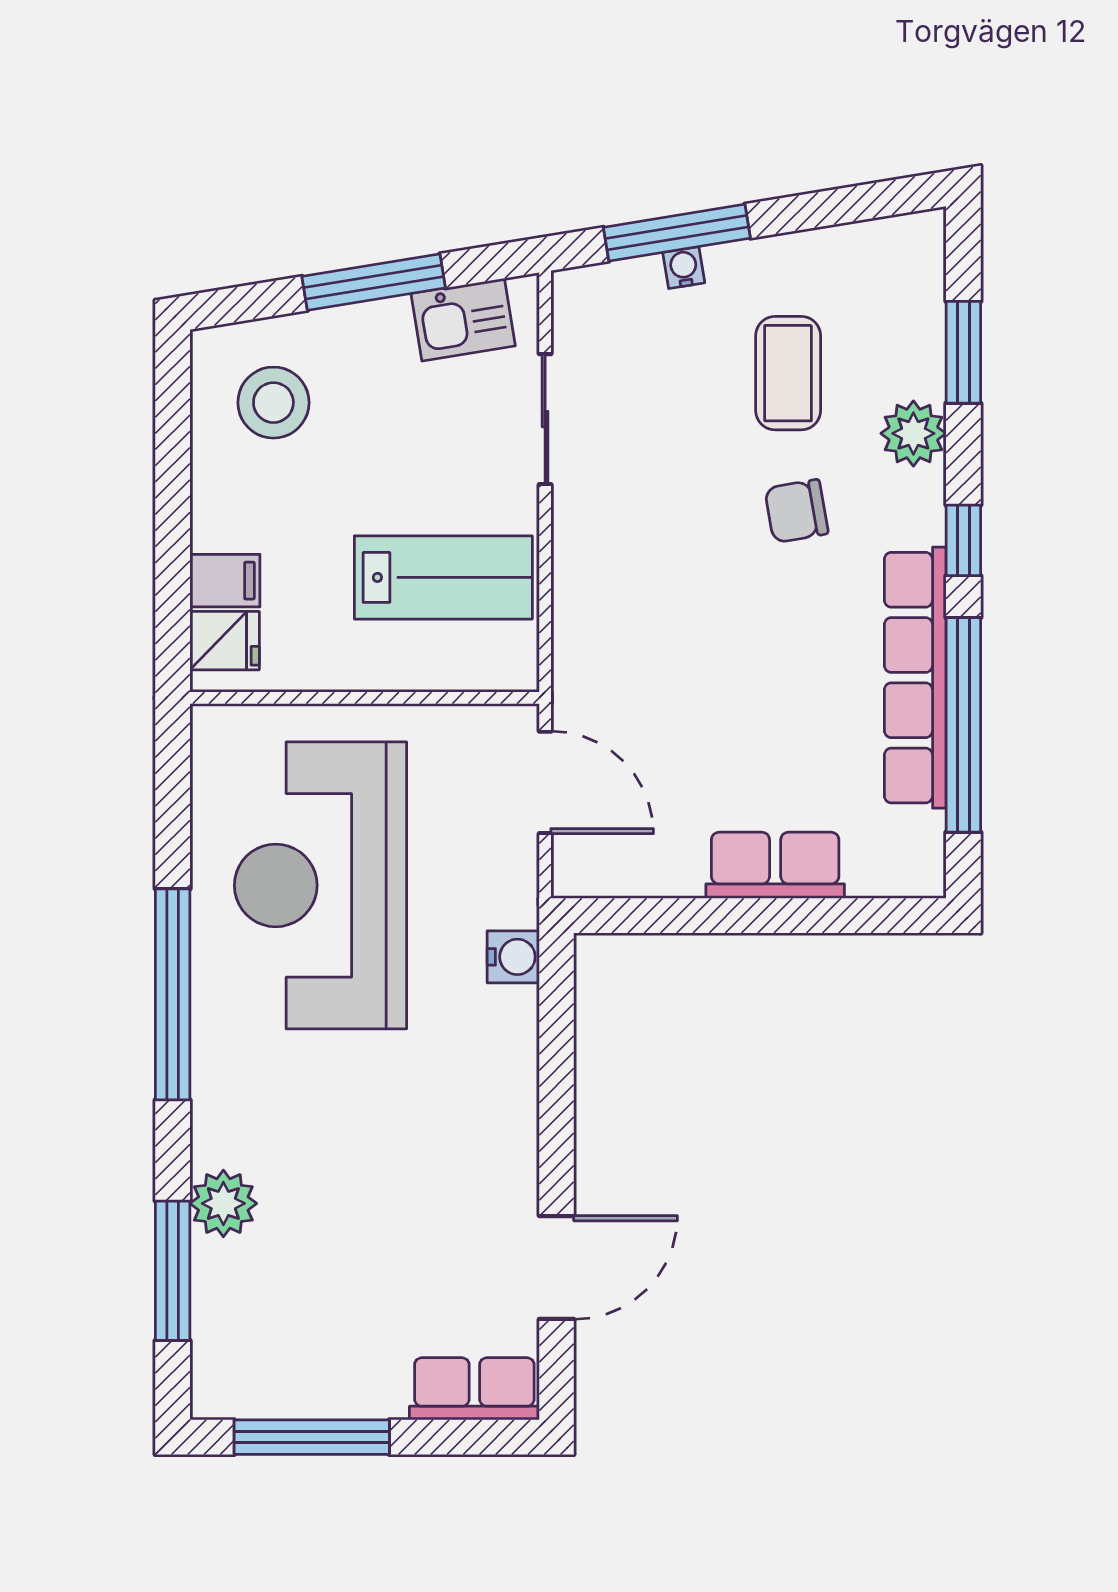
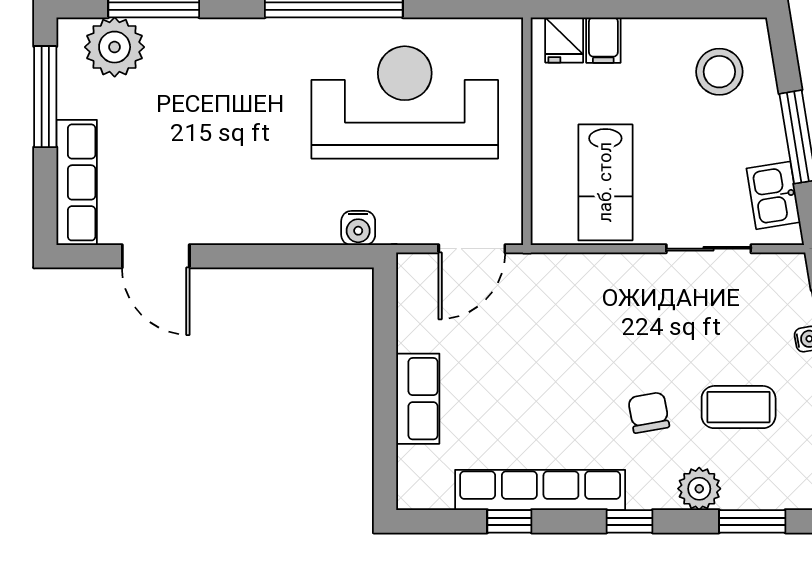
window: (963, 725) -> (509, 521), width x0.32
plant: (223, 1203) -> (115, 47), moved, width x1.36, depth x1.36
row of seats: (474, 1389) -> (77, 182), width x1.48

